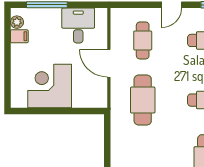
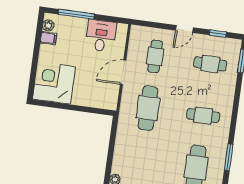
door: (109, 63) -> (123, 72), hinge flipped
corner desk: (50, 86) -> (54, 83), moved

